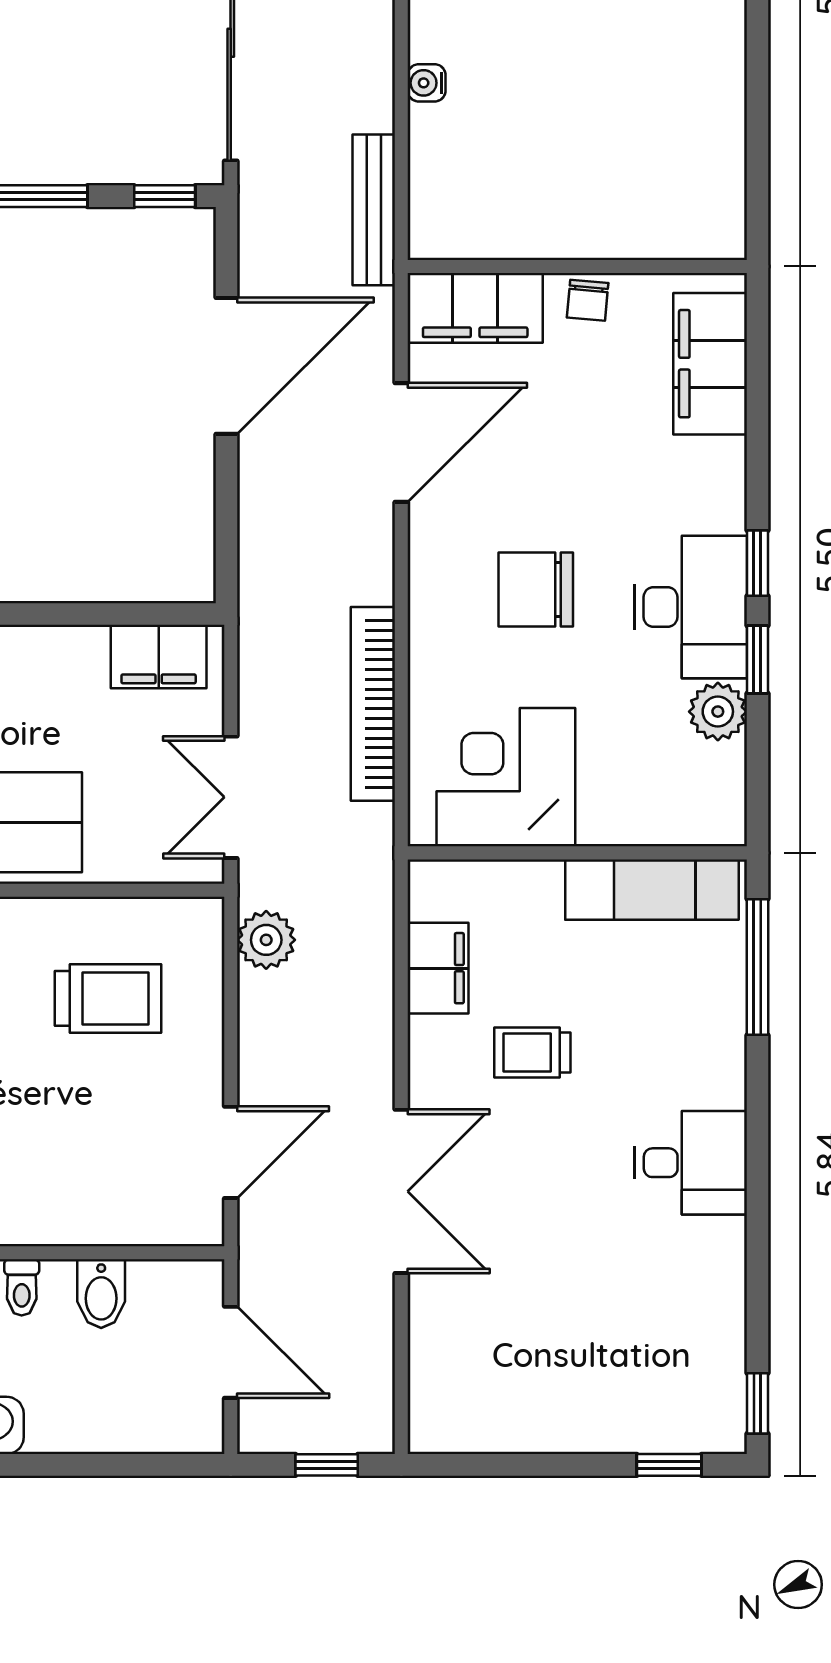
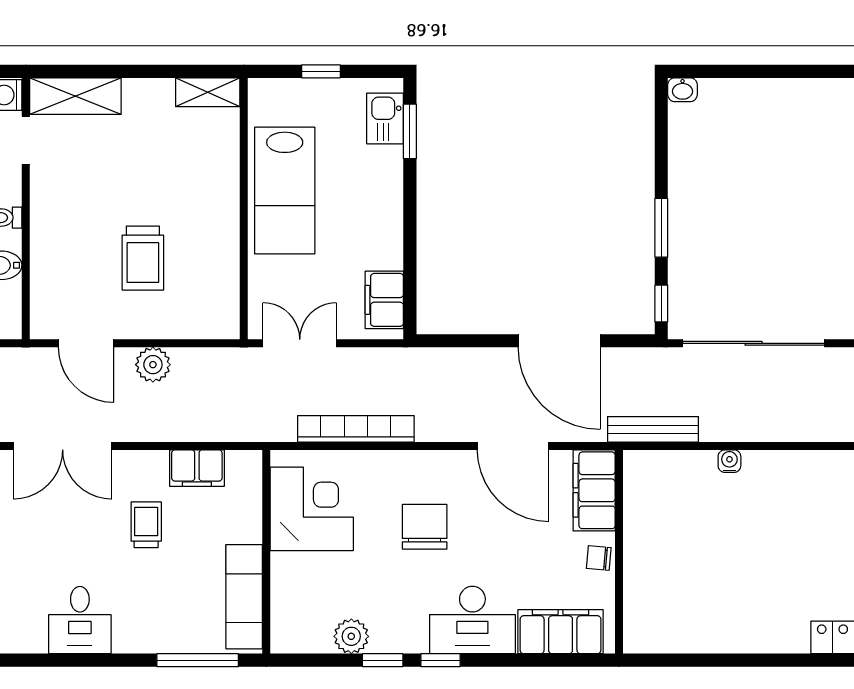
desk: (691, 607) -> (472, 620), moved
plant: (266, 940) -> (153, 365), moved
trolley: (108, 998) -> (143, 258), moved

